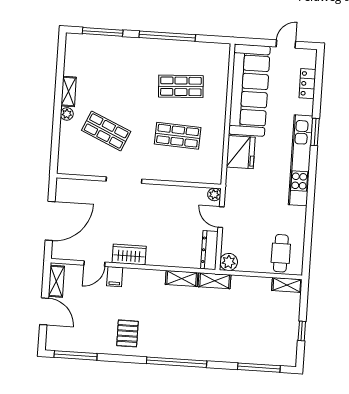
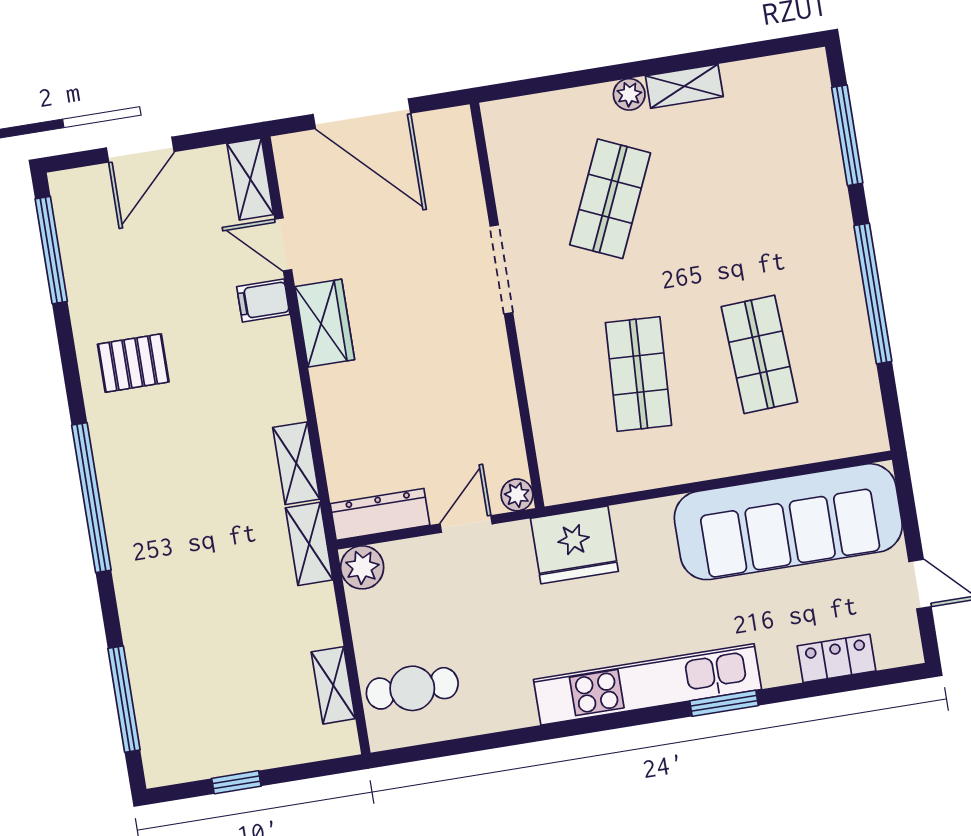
fridge: (241, 152) -> (574, 545), moved
shelving: (56, 281) -> (250, 179), moved, turned 90
shelving: (287, 285) -> (333, 685), moved

